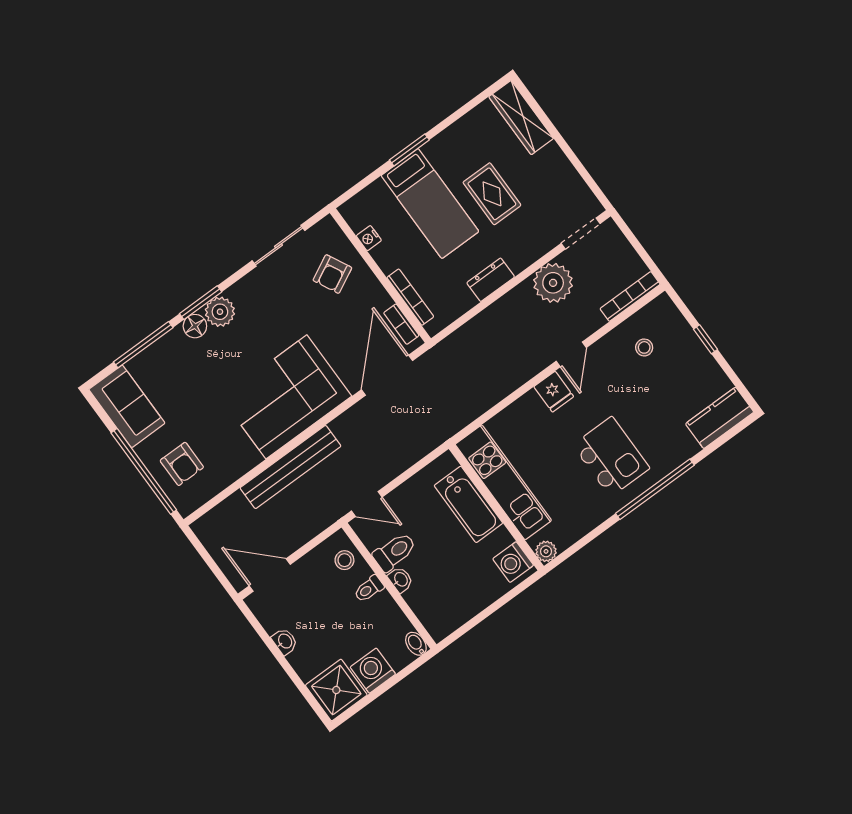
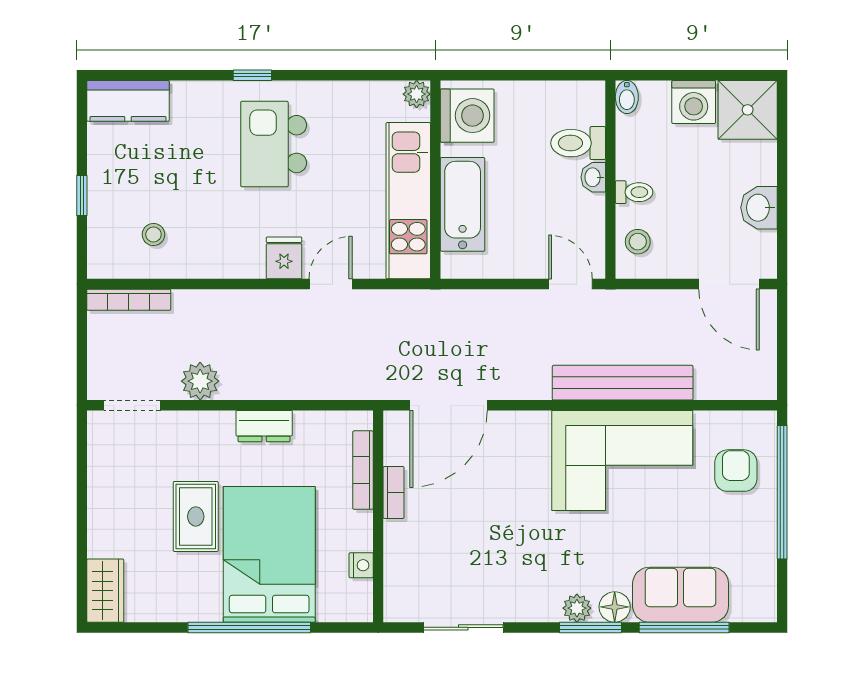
wardrobe: (521, 118) -> (105, 591), width x0.67
window: (409, 150) -> (249, 627), width x2.11
bed: (430, 203) -> (269, 554), width x1.50
armchair: (332, 274) -> (428, 555), removed
plant: (553, 283) -> (200, 381), width x0.73, depth x0.73
plant: (220, 312) -> (577, 608), width x0.73, depth x0.73
bookcase: (401, 324) -> (394, 492), moved
door: (571, 354) -> (331, 284), moved
corner sofa: (286, 397) -> (622, 460), moved
sofa: (127, 406) -> (681, 595), moved, turned 90
window: (655, 489) -> (252, 75), width x0.32
toilet: (395, 552) -> (578, 143), moved
washing machine: (513, 562) -> (467, 116), width x1.37, depth x1.37
washbasin: (285, 641) -> (759, 208), width x1.38, depth x1.45

